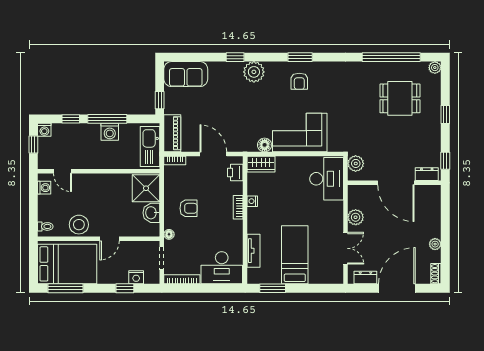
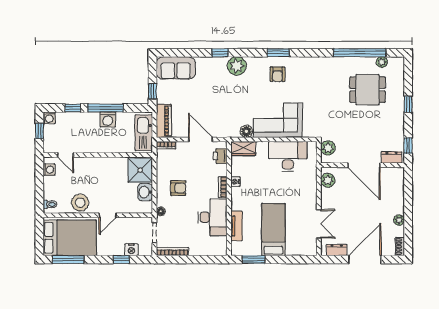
plant: (435, 68) -> (382, 62), moved
desk: (327, 179) -> (288, 156), moved, turned -90
plant: (356, 217) -> (328, 180), moved
desk: (222, 268) -> (212, 217), moved, turned -90

